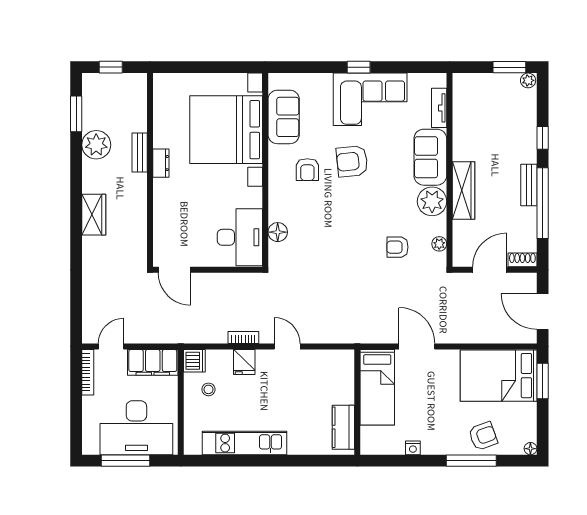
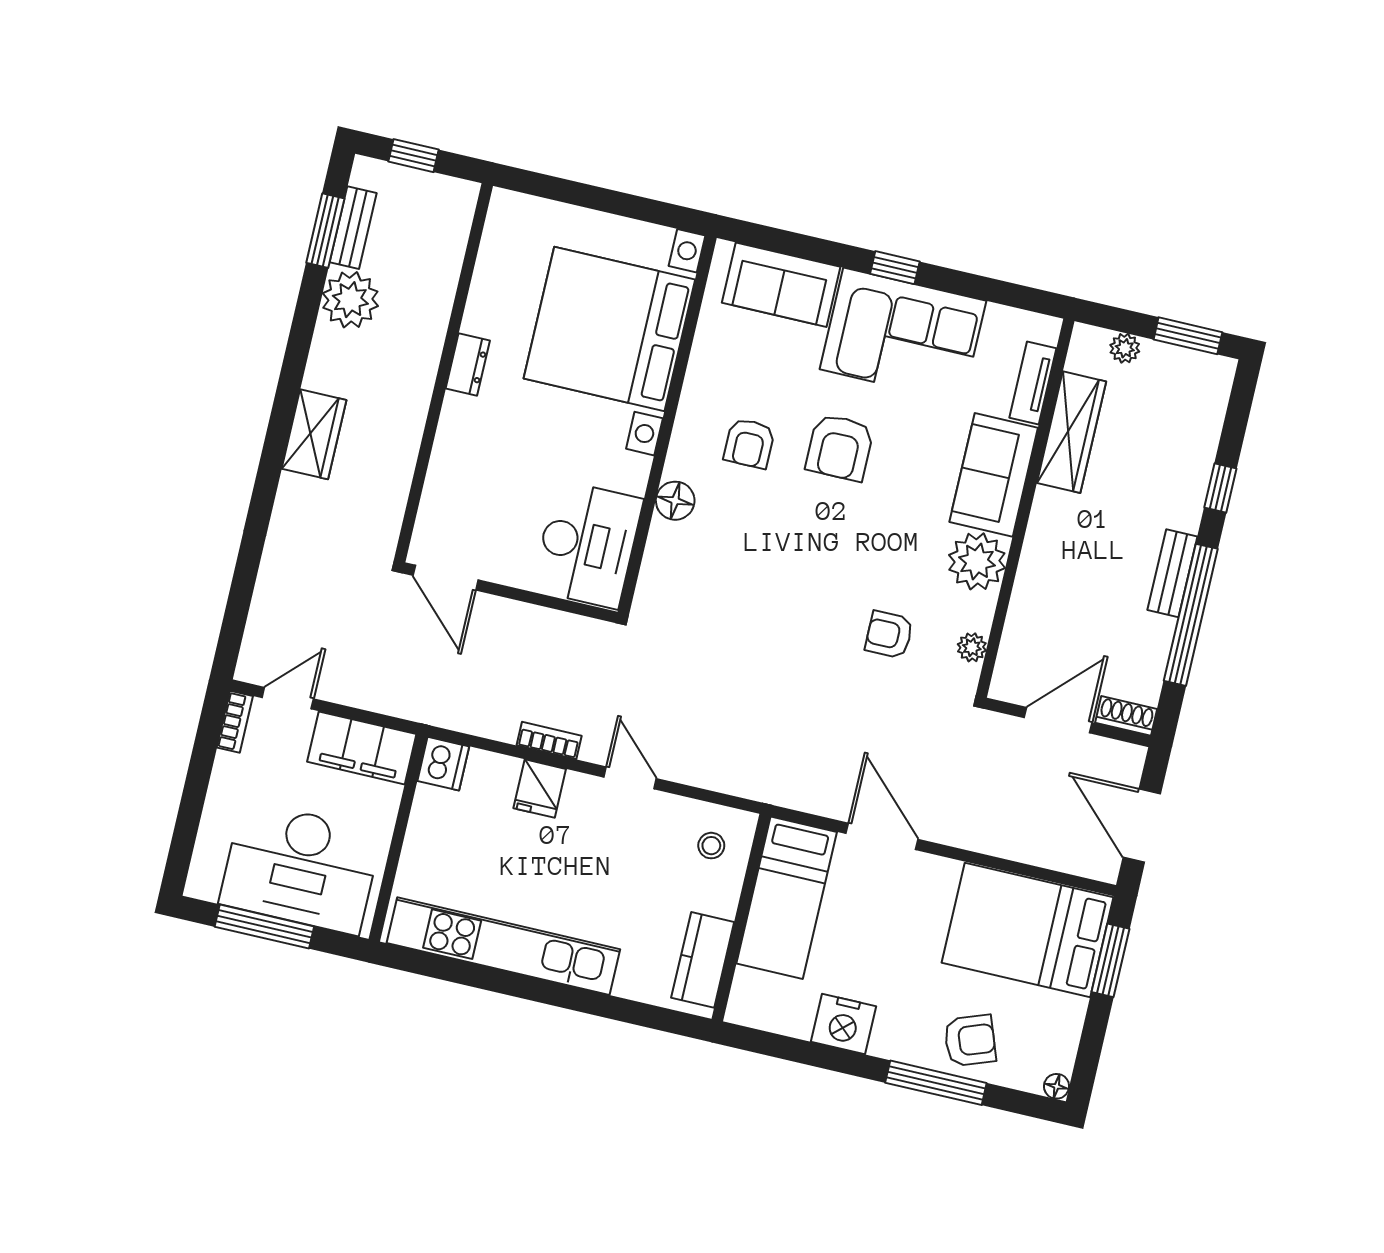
plant: (528, 80) -> (1125, 348), moved
sofa: (284, 117) -> (781, 285), moved, turned 90
bench: (140, 152) -> (353, 228), moved
armchair: (352, 161) -> (840, 447), turned -84
wardrobe: (463, 190) -> (1071, 432), moved
floor lamp: (278, 232) -> (675, 501), moved
bookcase: (88, 372) -> (235, 722), width x0.64
stool: (208, 389) -> (711, 846), moved
kitchen unit: (244, 443) -> (503, 946), width x1.36
nightstand: (413, 448) -> (844, 1024), width x1.89, depth x1.79

